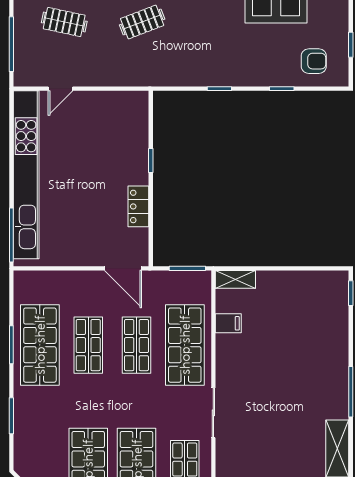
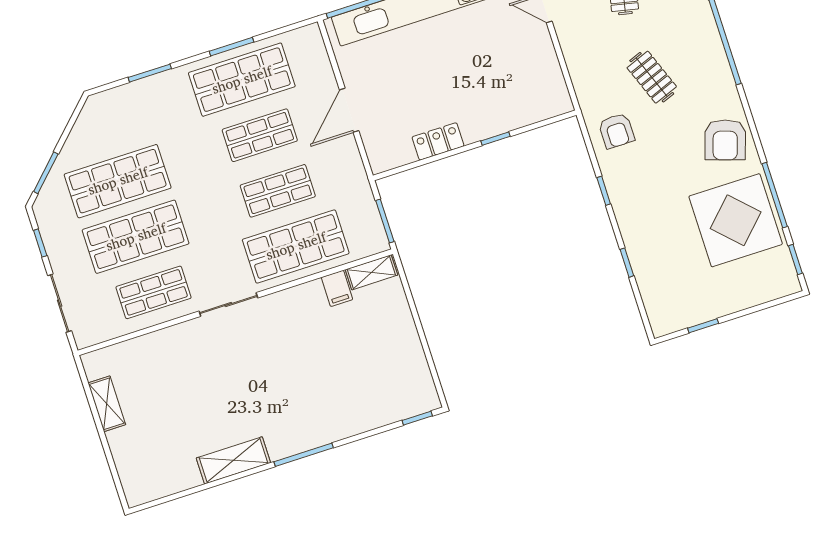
armchair: (314, 61) -> (617, 131), moved
door: (123, 268) -> (349, 110), moved
shelving: (235, 279) -> (371, 272), moved, turned 90

